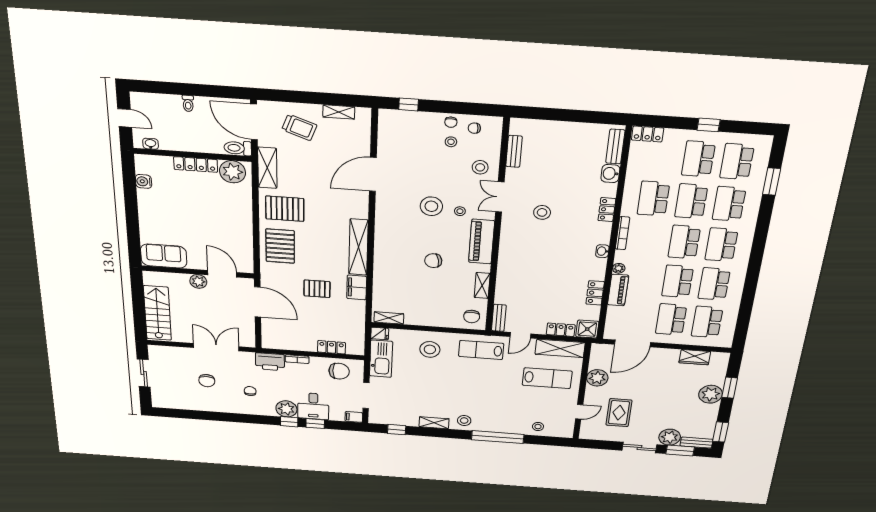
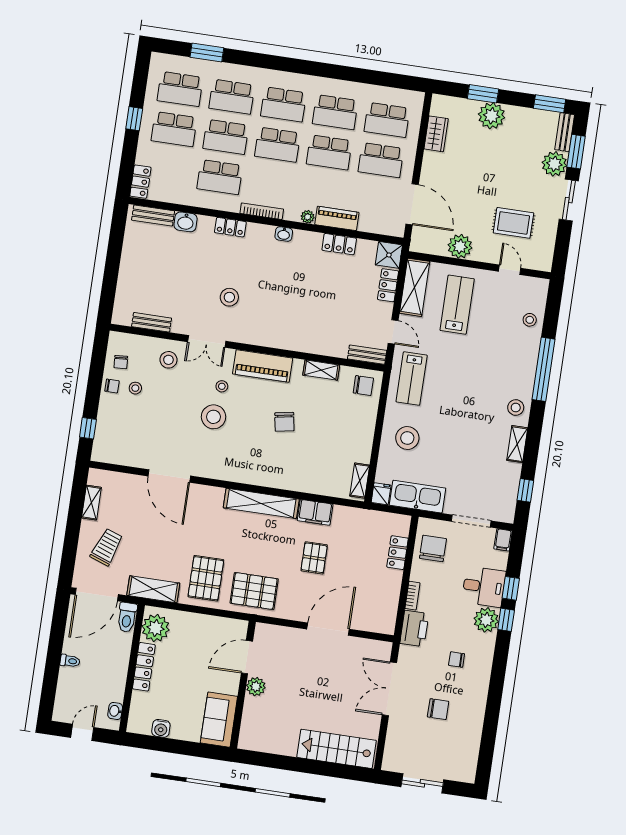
sofa: (164, 256) -> (219, 720), moved
wall: (198, 272) -> (243, 685), moved
door: (222, 274) -> (247, 657), moved
plant: (198, 281) -> (256, 687), moved

